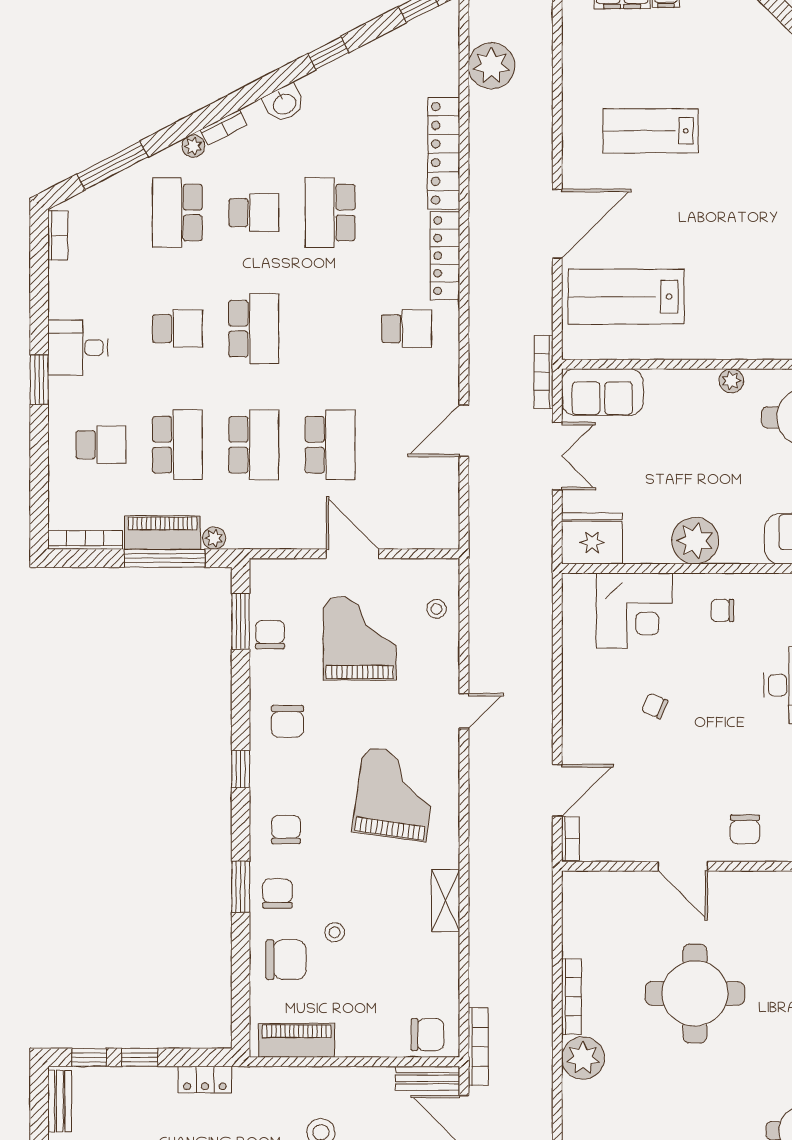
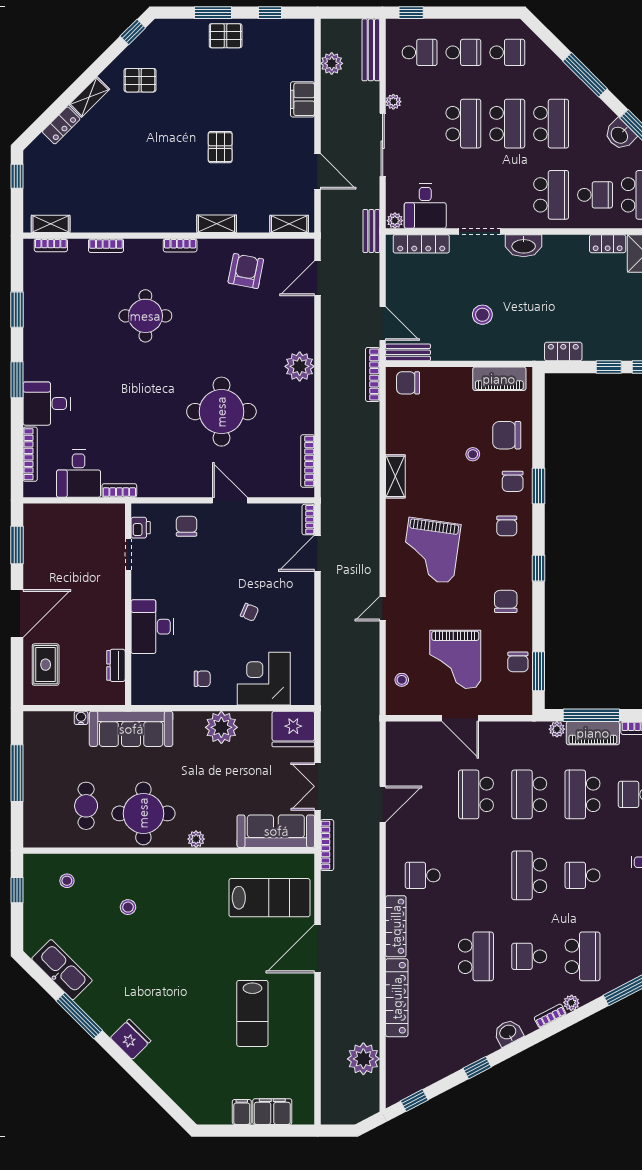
lab bench: (651, 131) -> (252, 1013), turned 90
sofa: (602, 392) -> (276, 831), width x1.36
bookcase: (571, 997) -> (308, 461), moved

